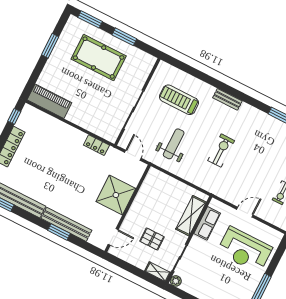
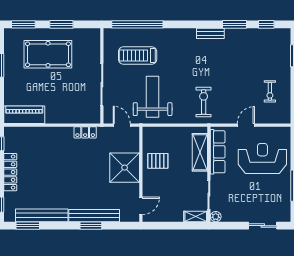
window: (193, 72) -> (137, 24), added
bench: (227, 99) -> (210, 33), moved
weight bench: (174, 144) -> (153, 97), width x1.36, depth x1.33
exercise bike: (221, 151) -> (204, 102), moved
row of seats: (207, 223) -> (218, 152), width x1.48
pallet: (152, 239) -> (158, 161), moved
reception desk: (245, 250) -> (262, 158), turned 180

